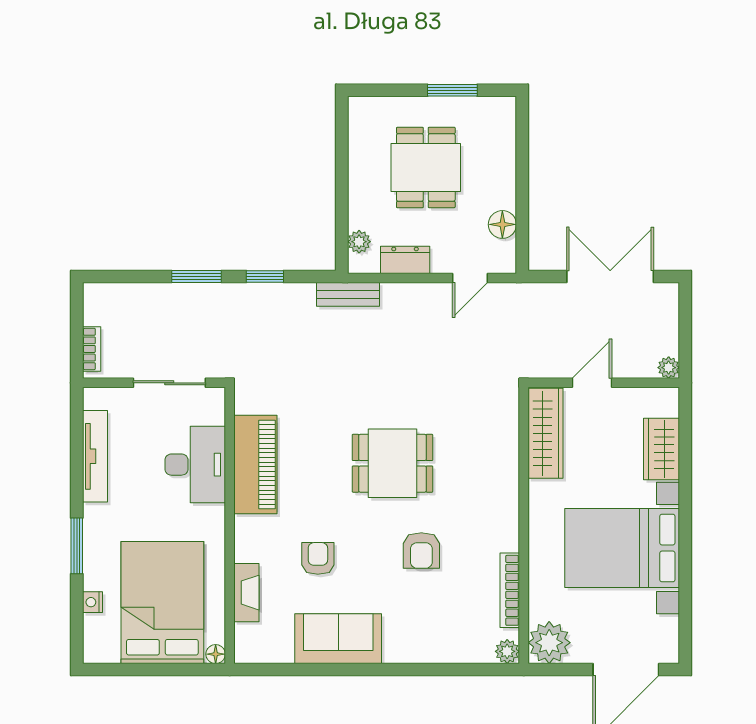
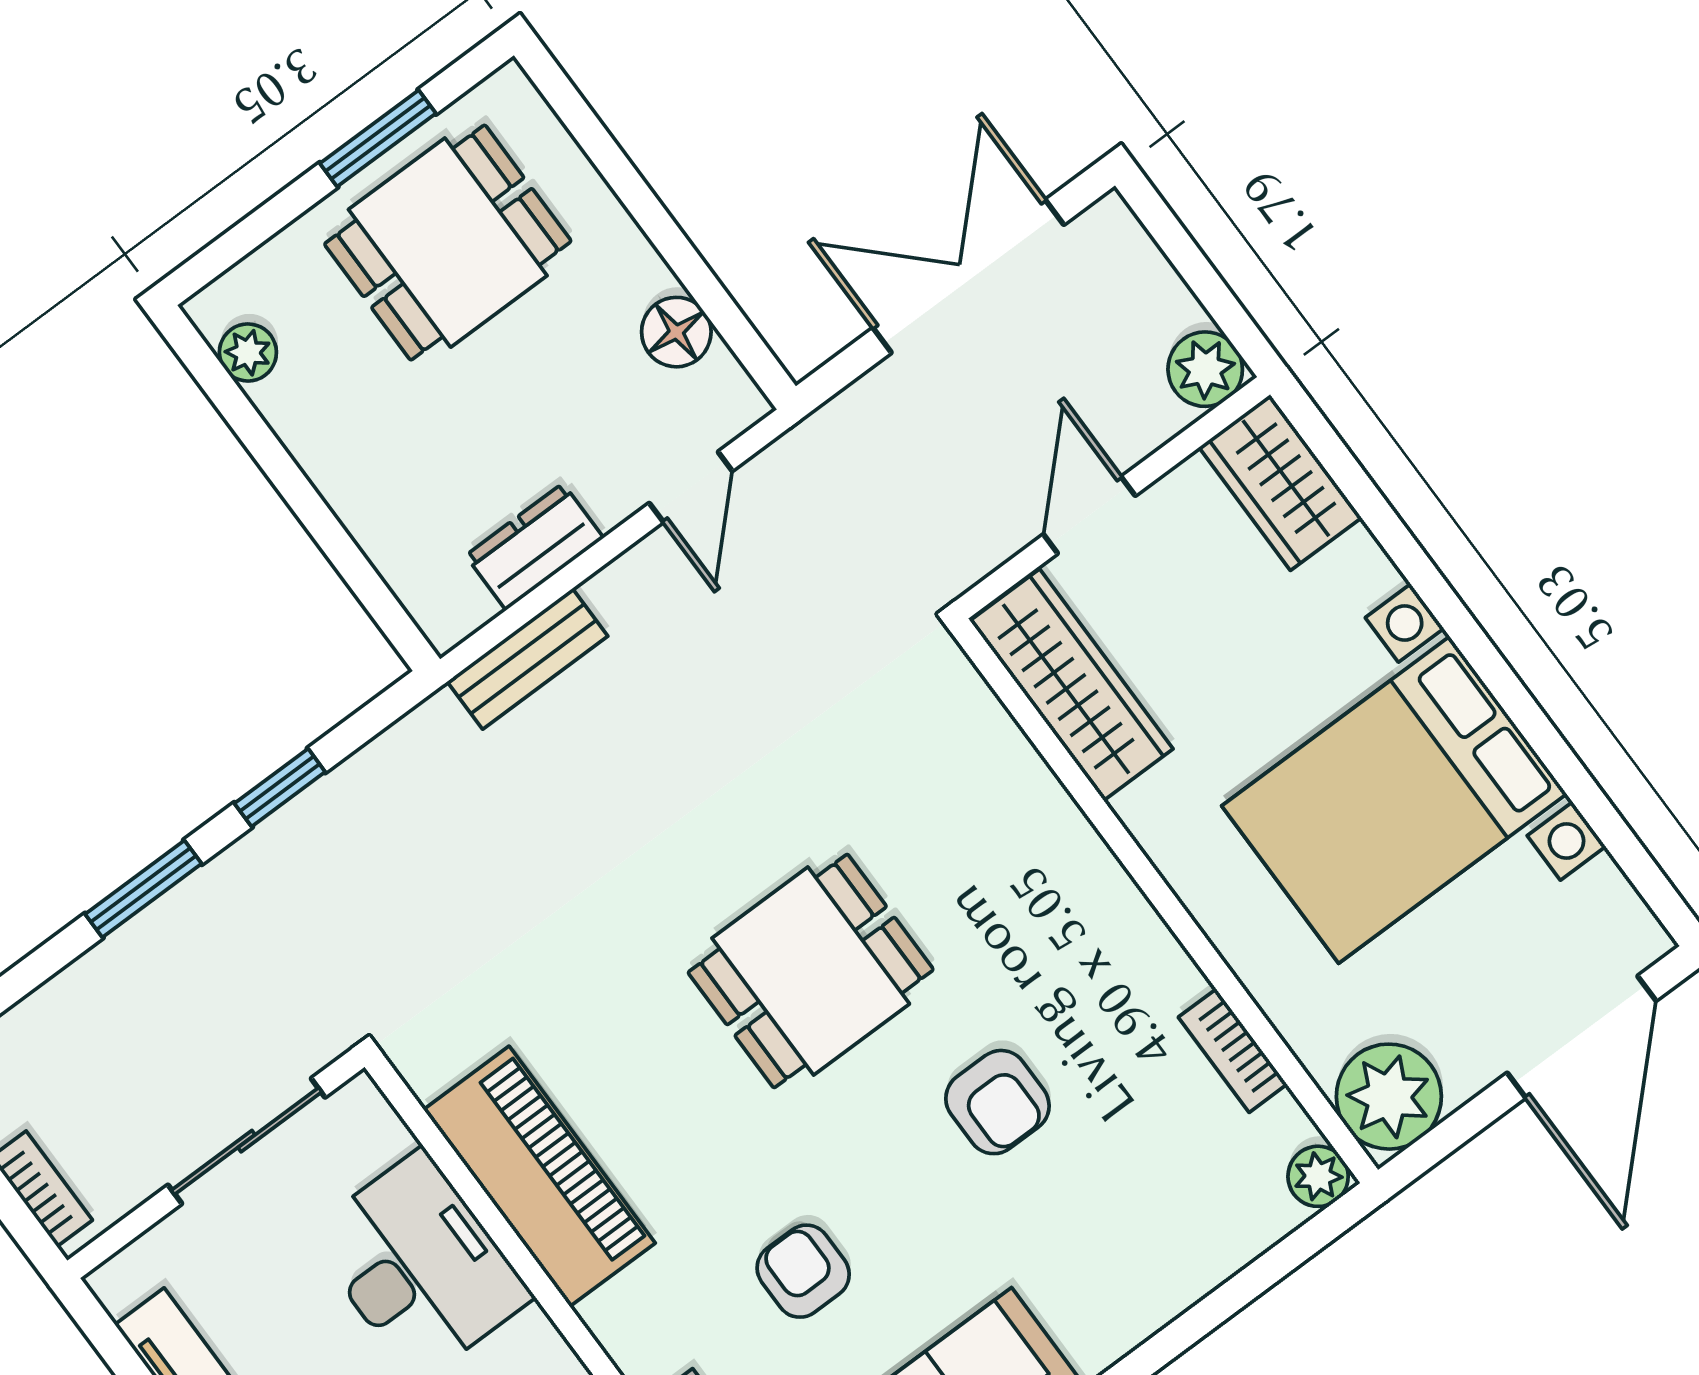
dining table: (426, 167) -> (448, 243), moved, turned 90
plant: (359, 242) -> (248, 352), moved
bench: (348, 294) -> (527, 659), moved
plant: (669, 368) -> (1205, 369), width x1.38, depth x1.38
wardrobe: (662, 449) -> (1280, 482), moved
bookcase: (510, 590) -> (1233, 1051), width x0.64

